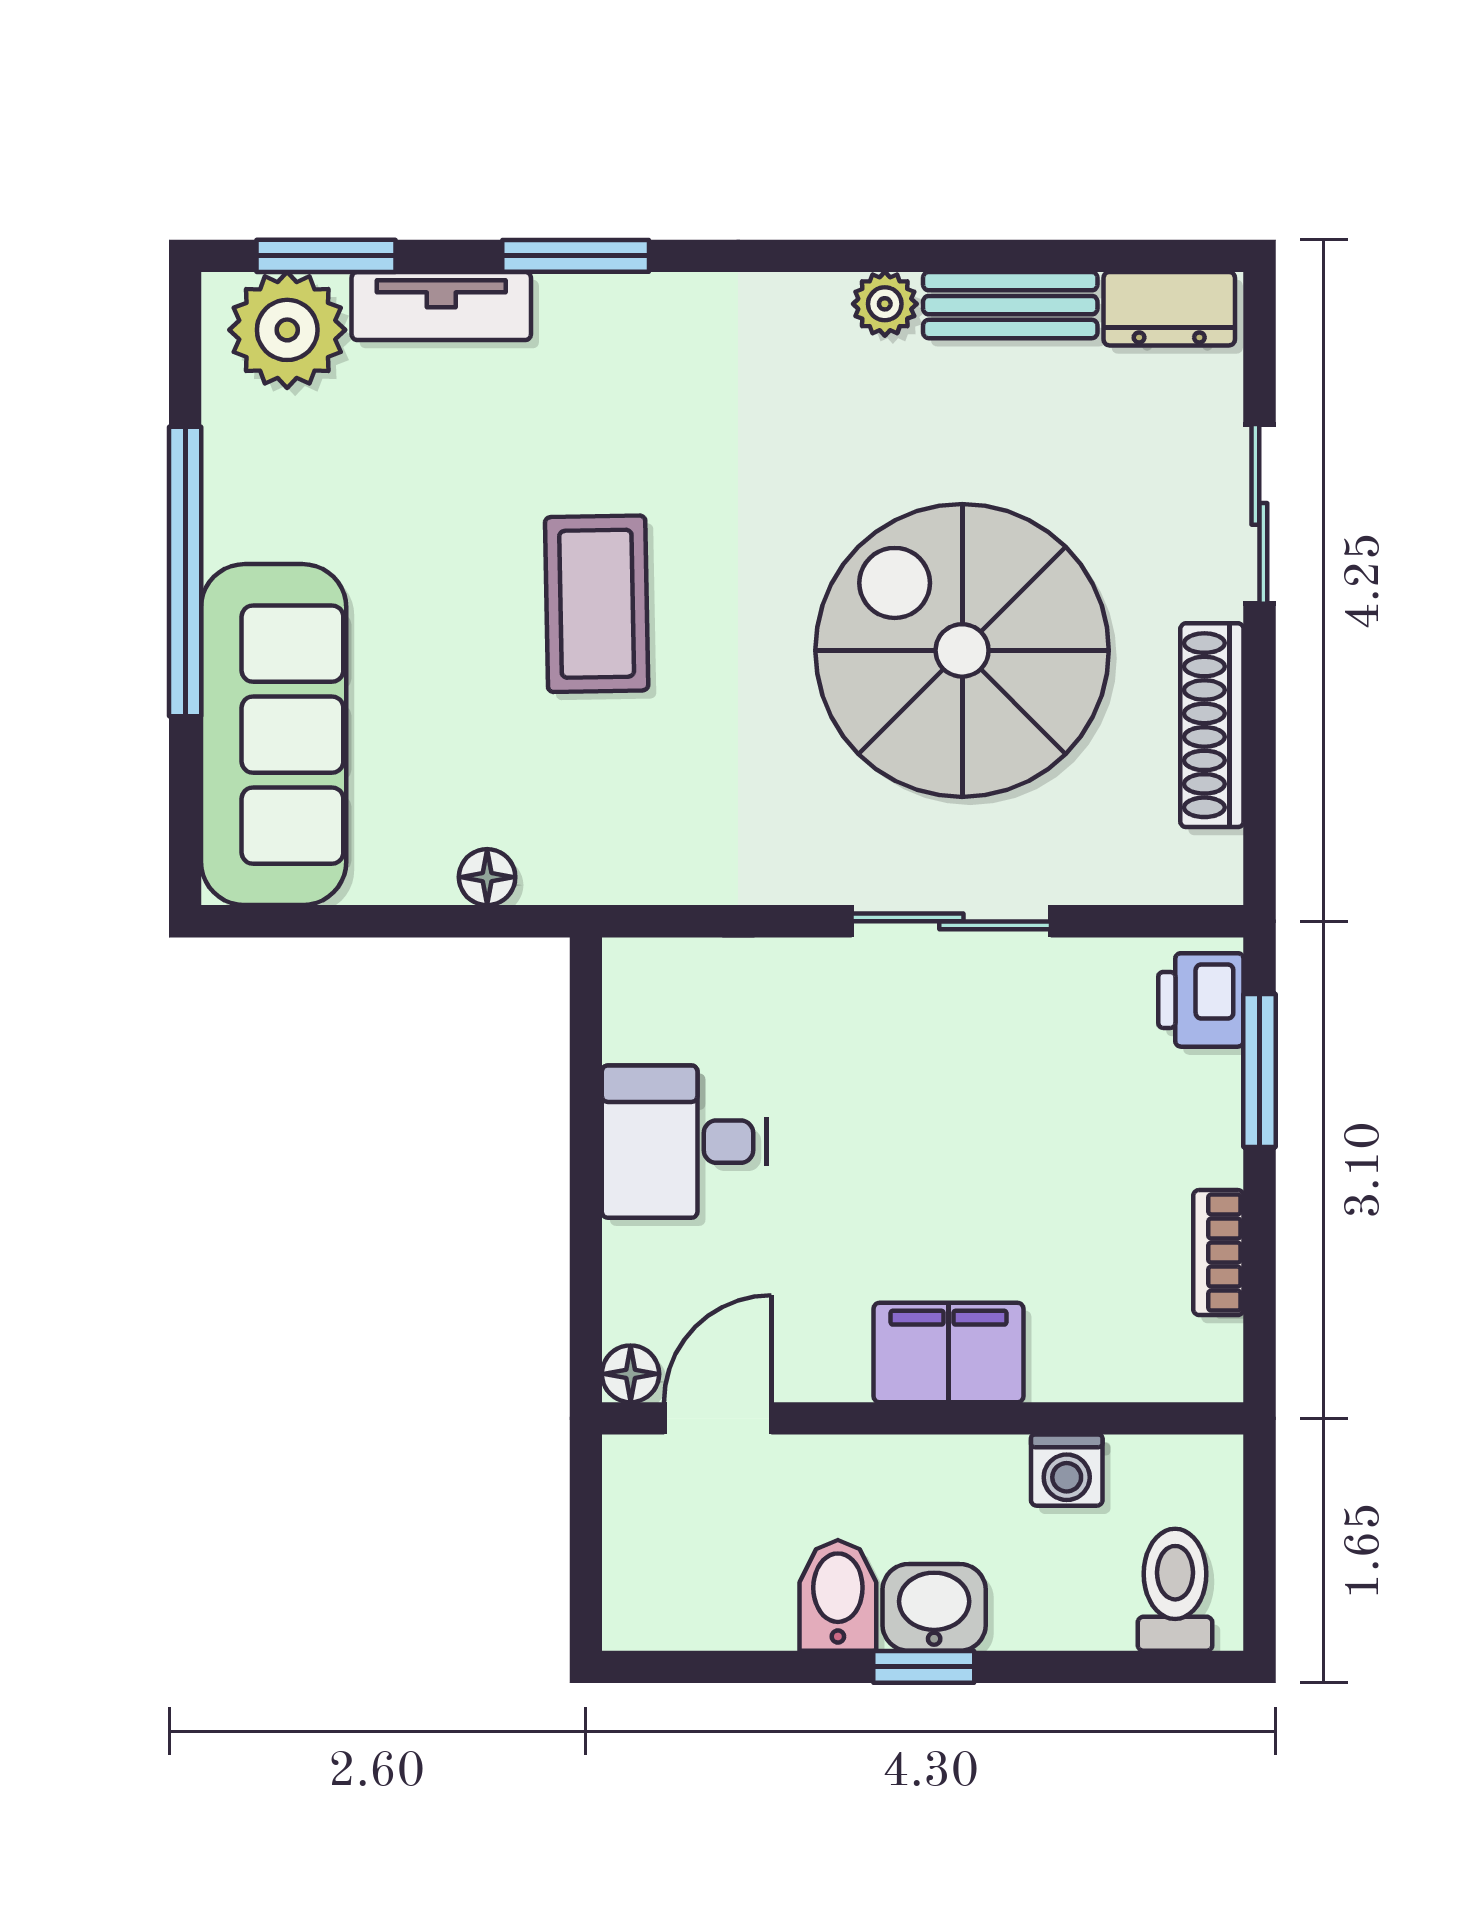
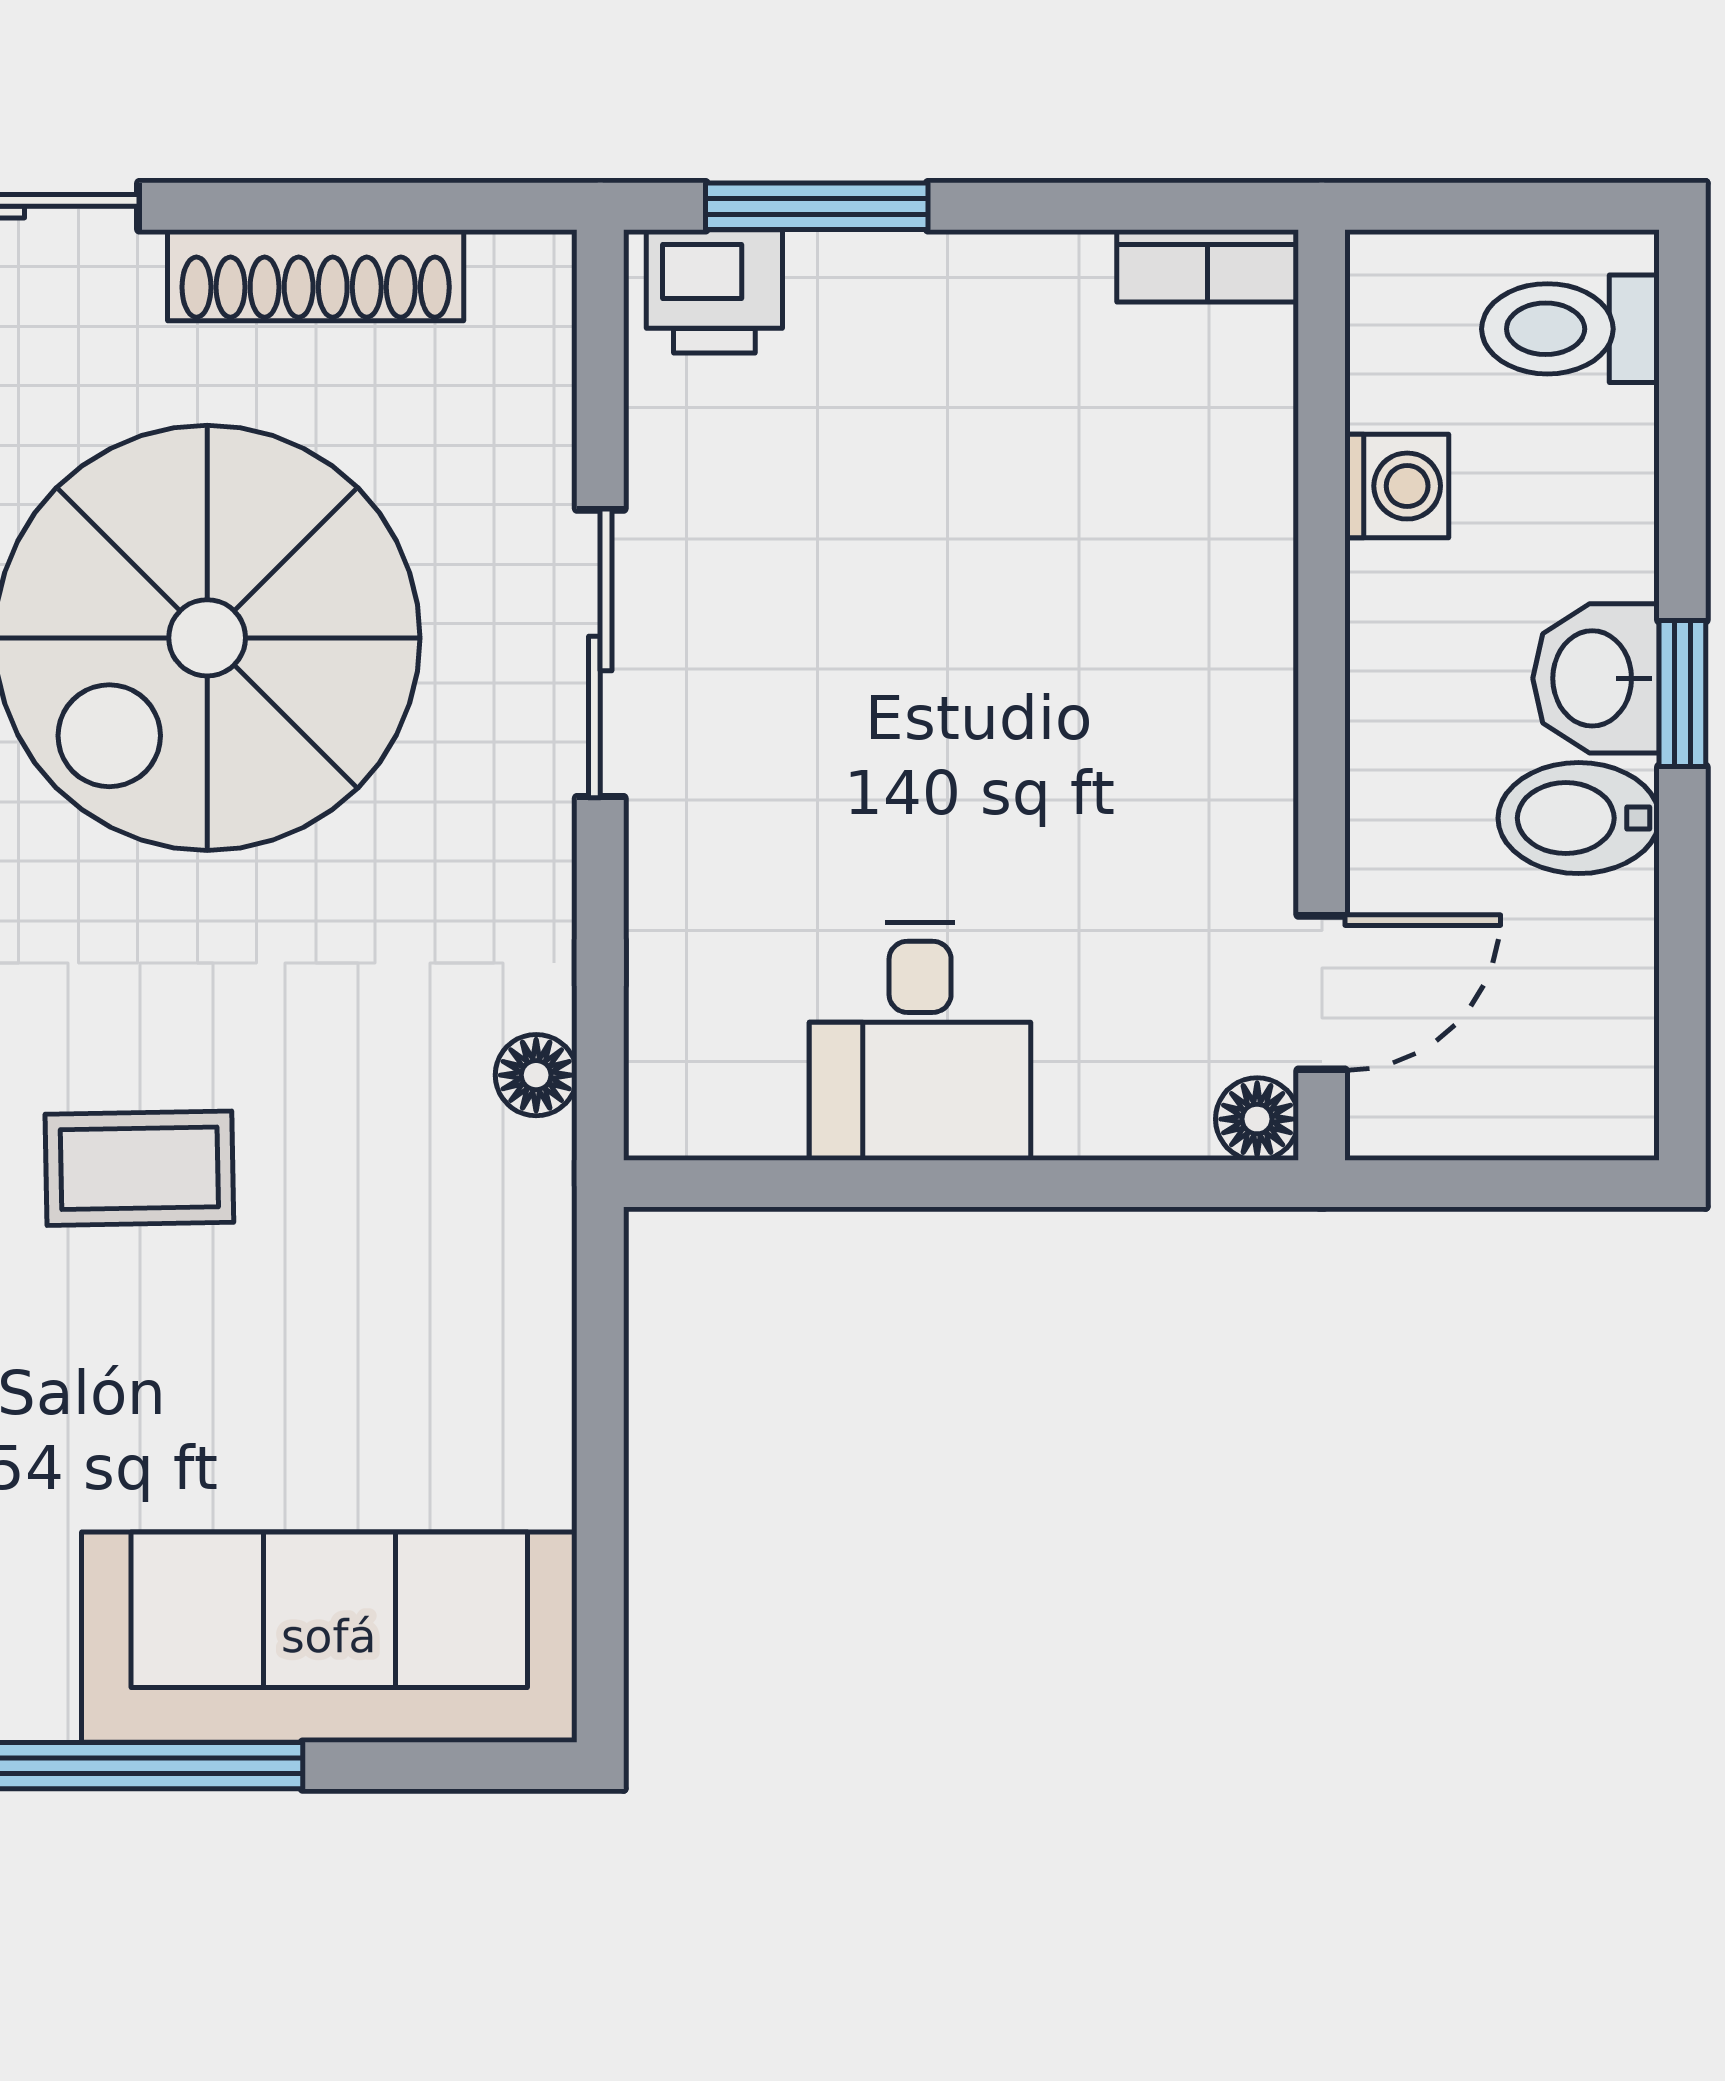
coffee table: (597, 604) -> (139, 1168), width x0.73, depth x0.77
floor lamp: (487, 877) -> (536, 1075), moved
bookcase: (1218, 1253) -> (1208, 266), moved
filing cabinet: (949, 1353) -> (1226, 658), removed
door: (718, 1418) -> (1322, 993), swing flipped

